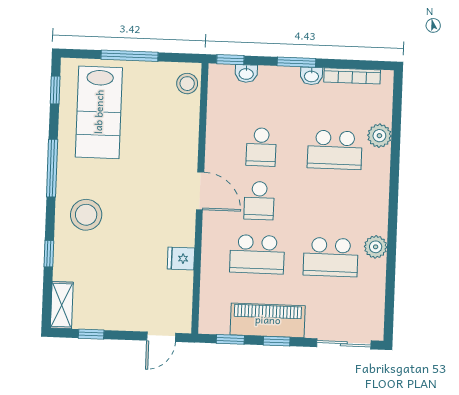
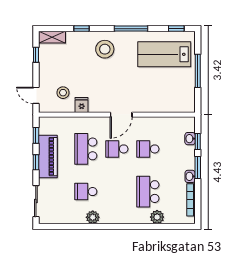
window: (230, 60) -> (198, 141), moved
stool: (187, 84) -> (63, 93), moved
school desk: (331, 257) -> (86, 192), width x0.54

